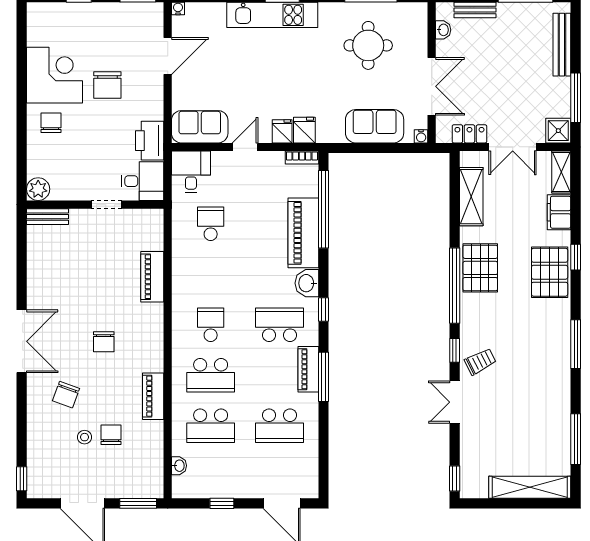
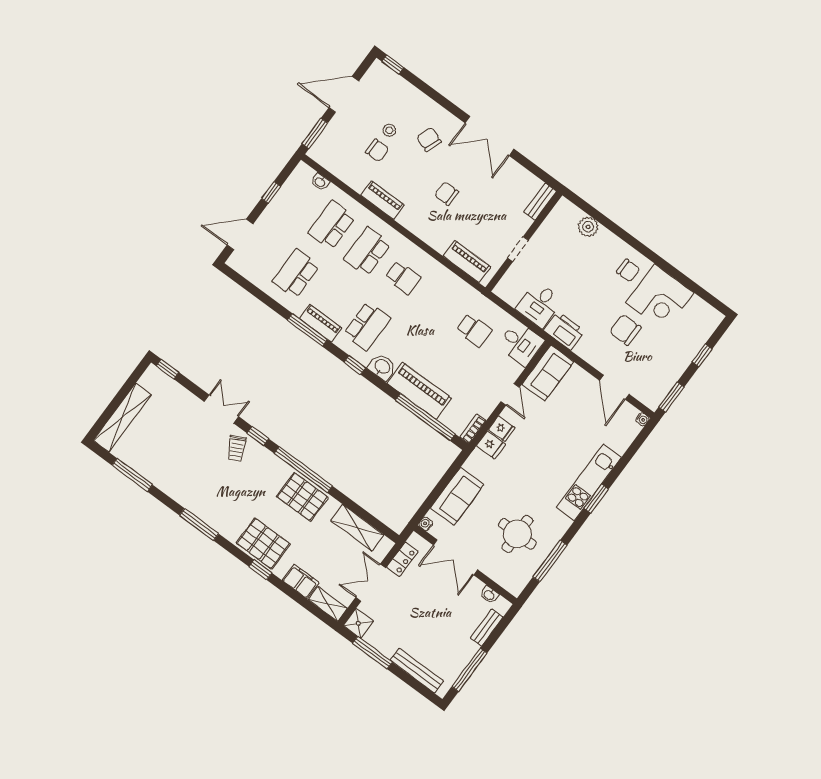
wall: (95, 205) -> (524, 241), moved
doorway: (106, 205) -> (518, 249), moved
bench: (48, 217) -> (540, 202), moved

